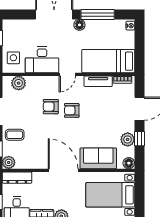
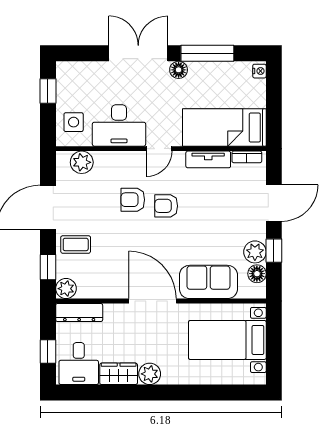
floor lamp: (129, 163) -> (257, 274), moved

